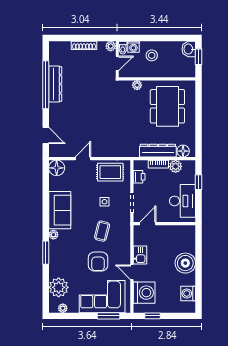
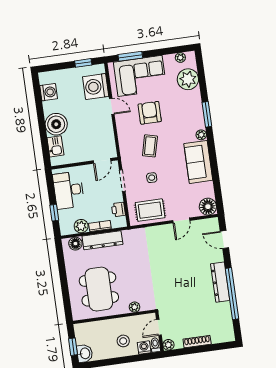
dresser: (55, 84) -> (220, 282), moved
kitchen sink: (140, 255) -> (55, 146), moved, turned 180

